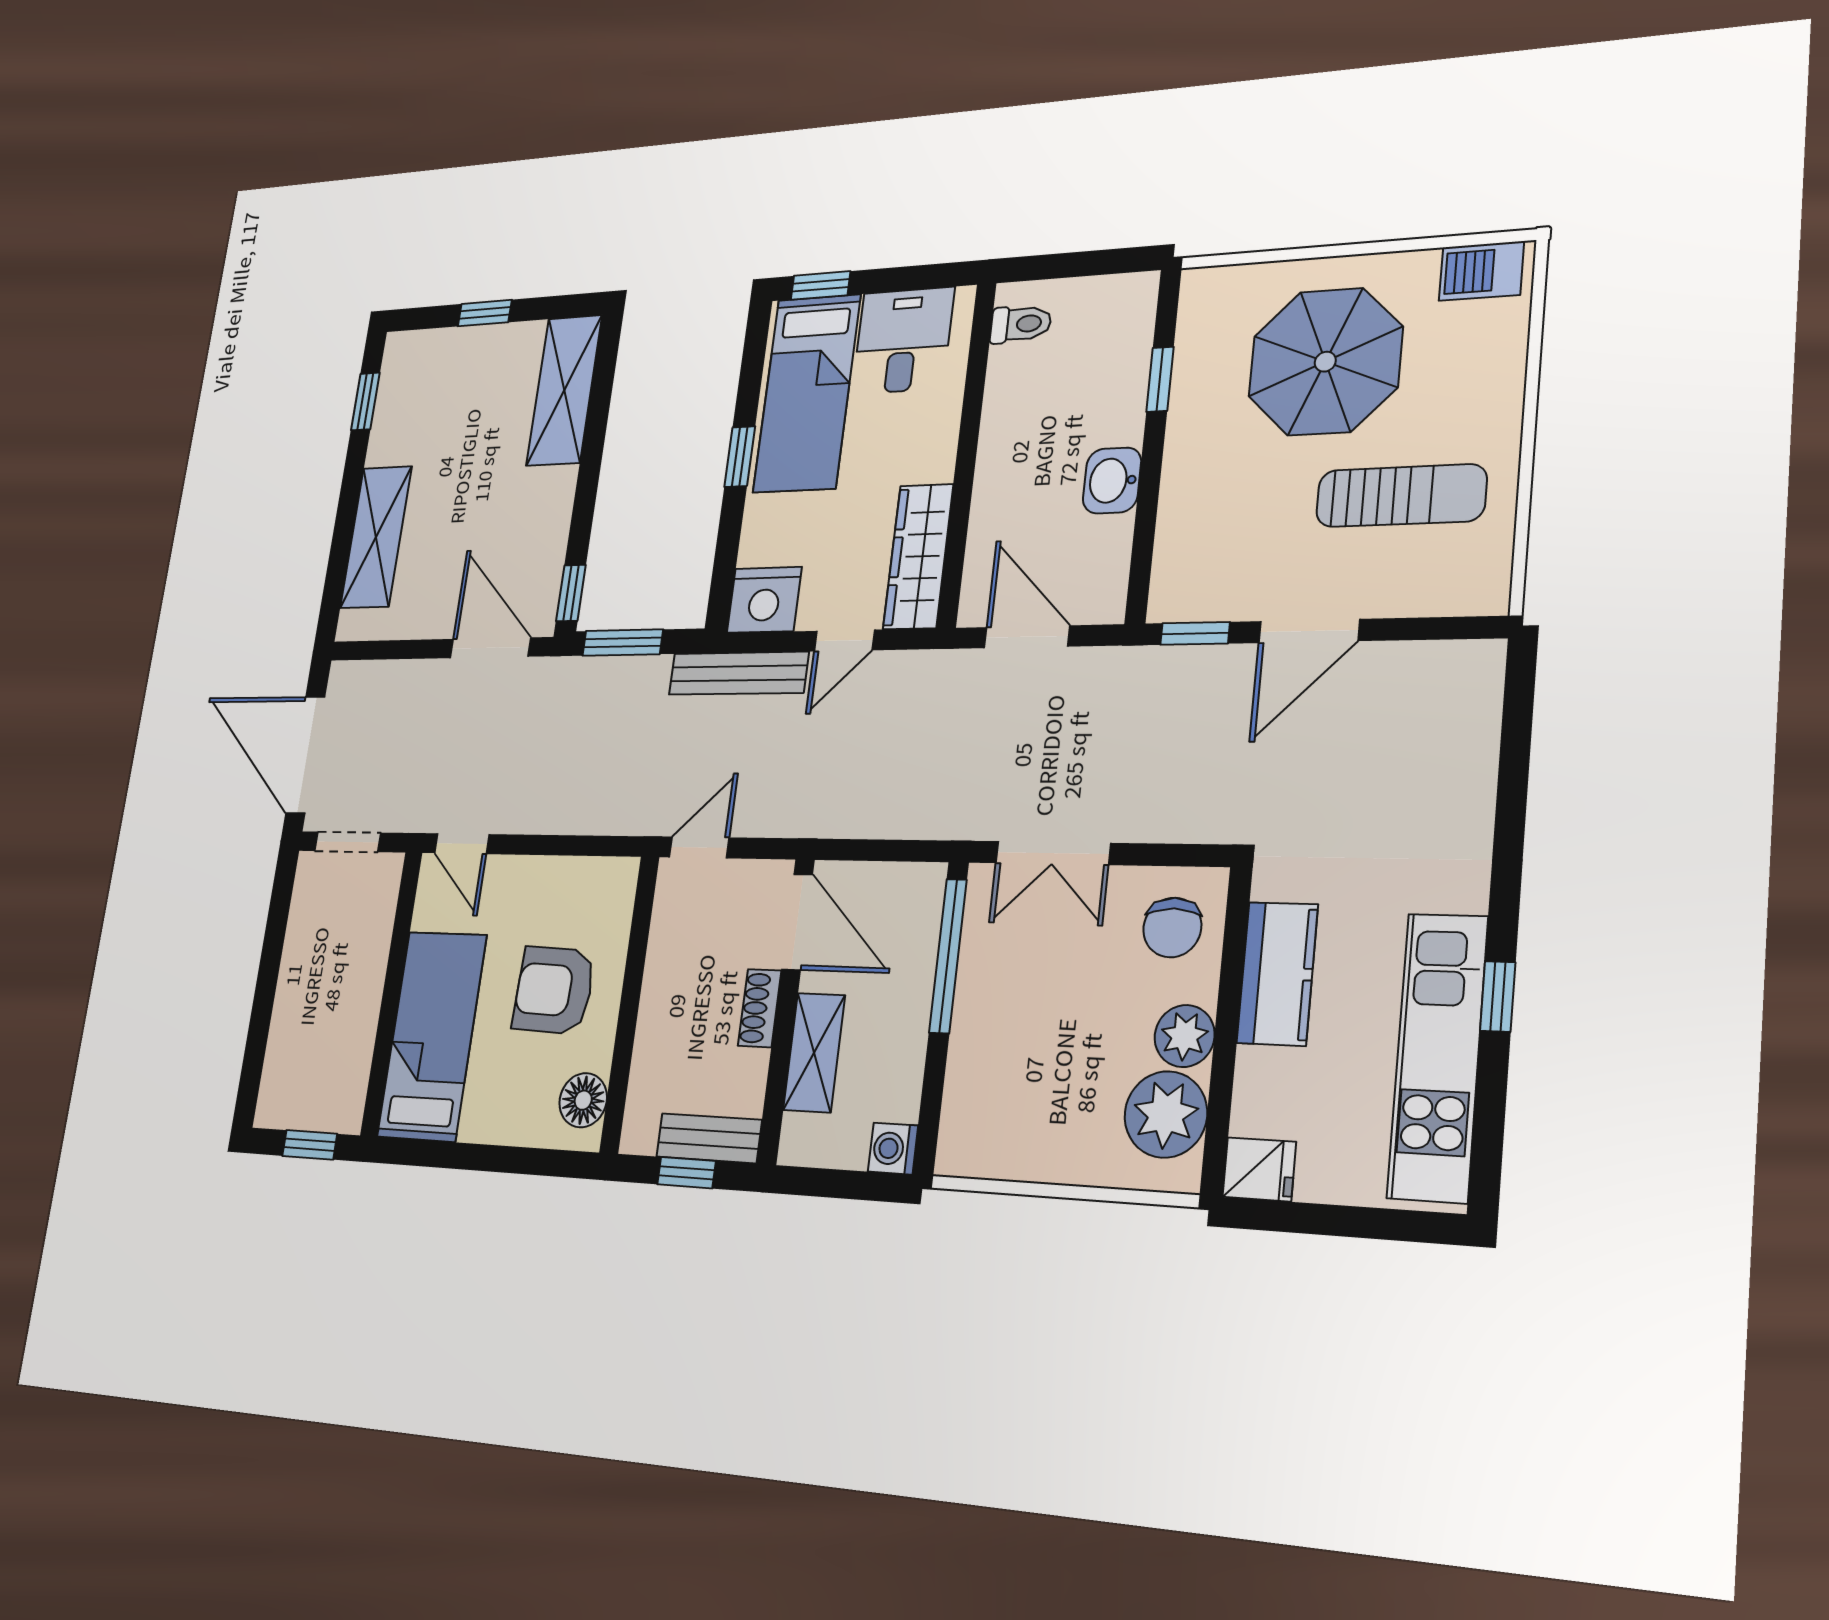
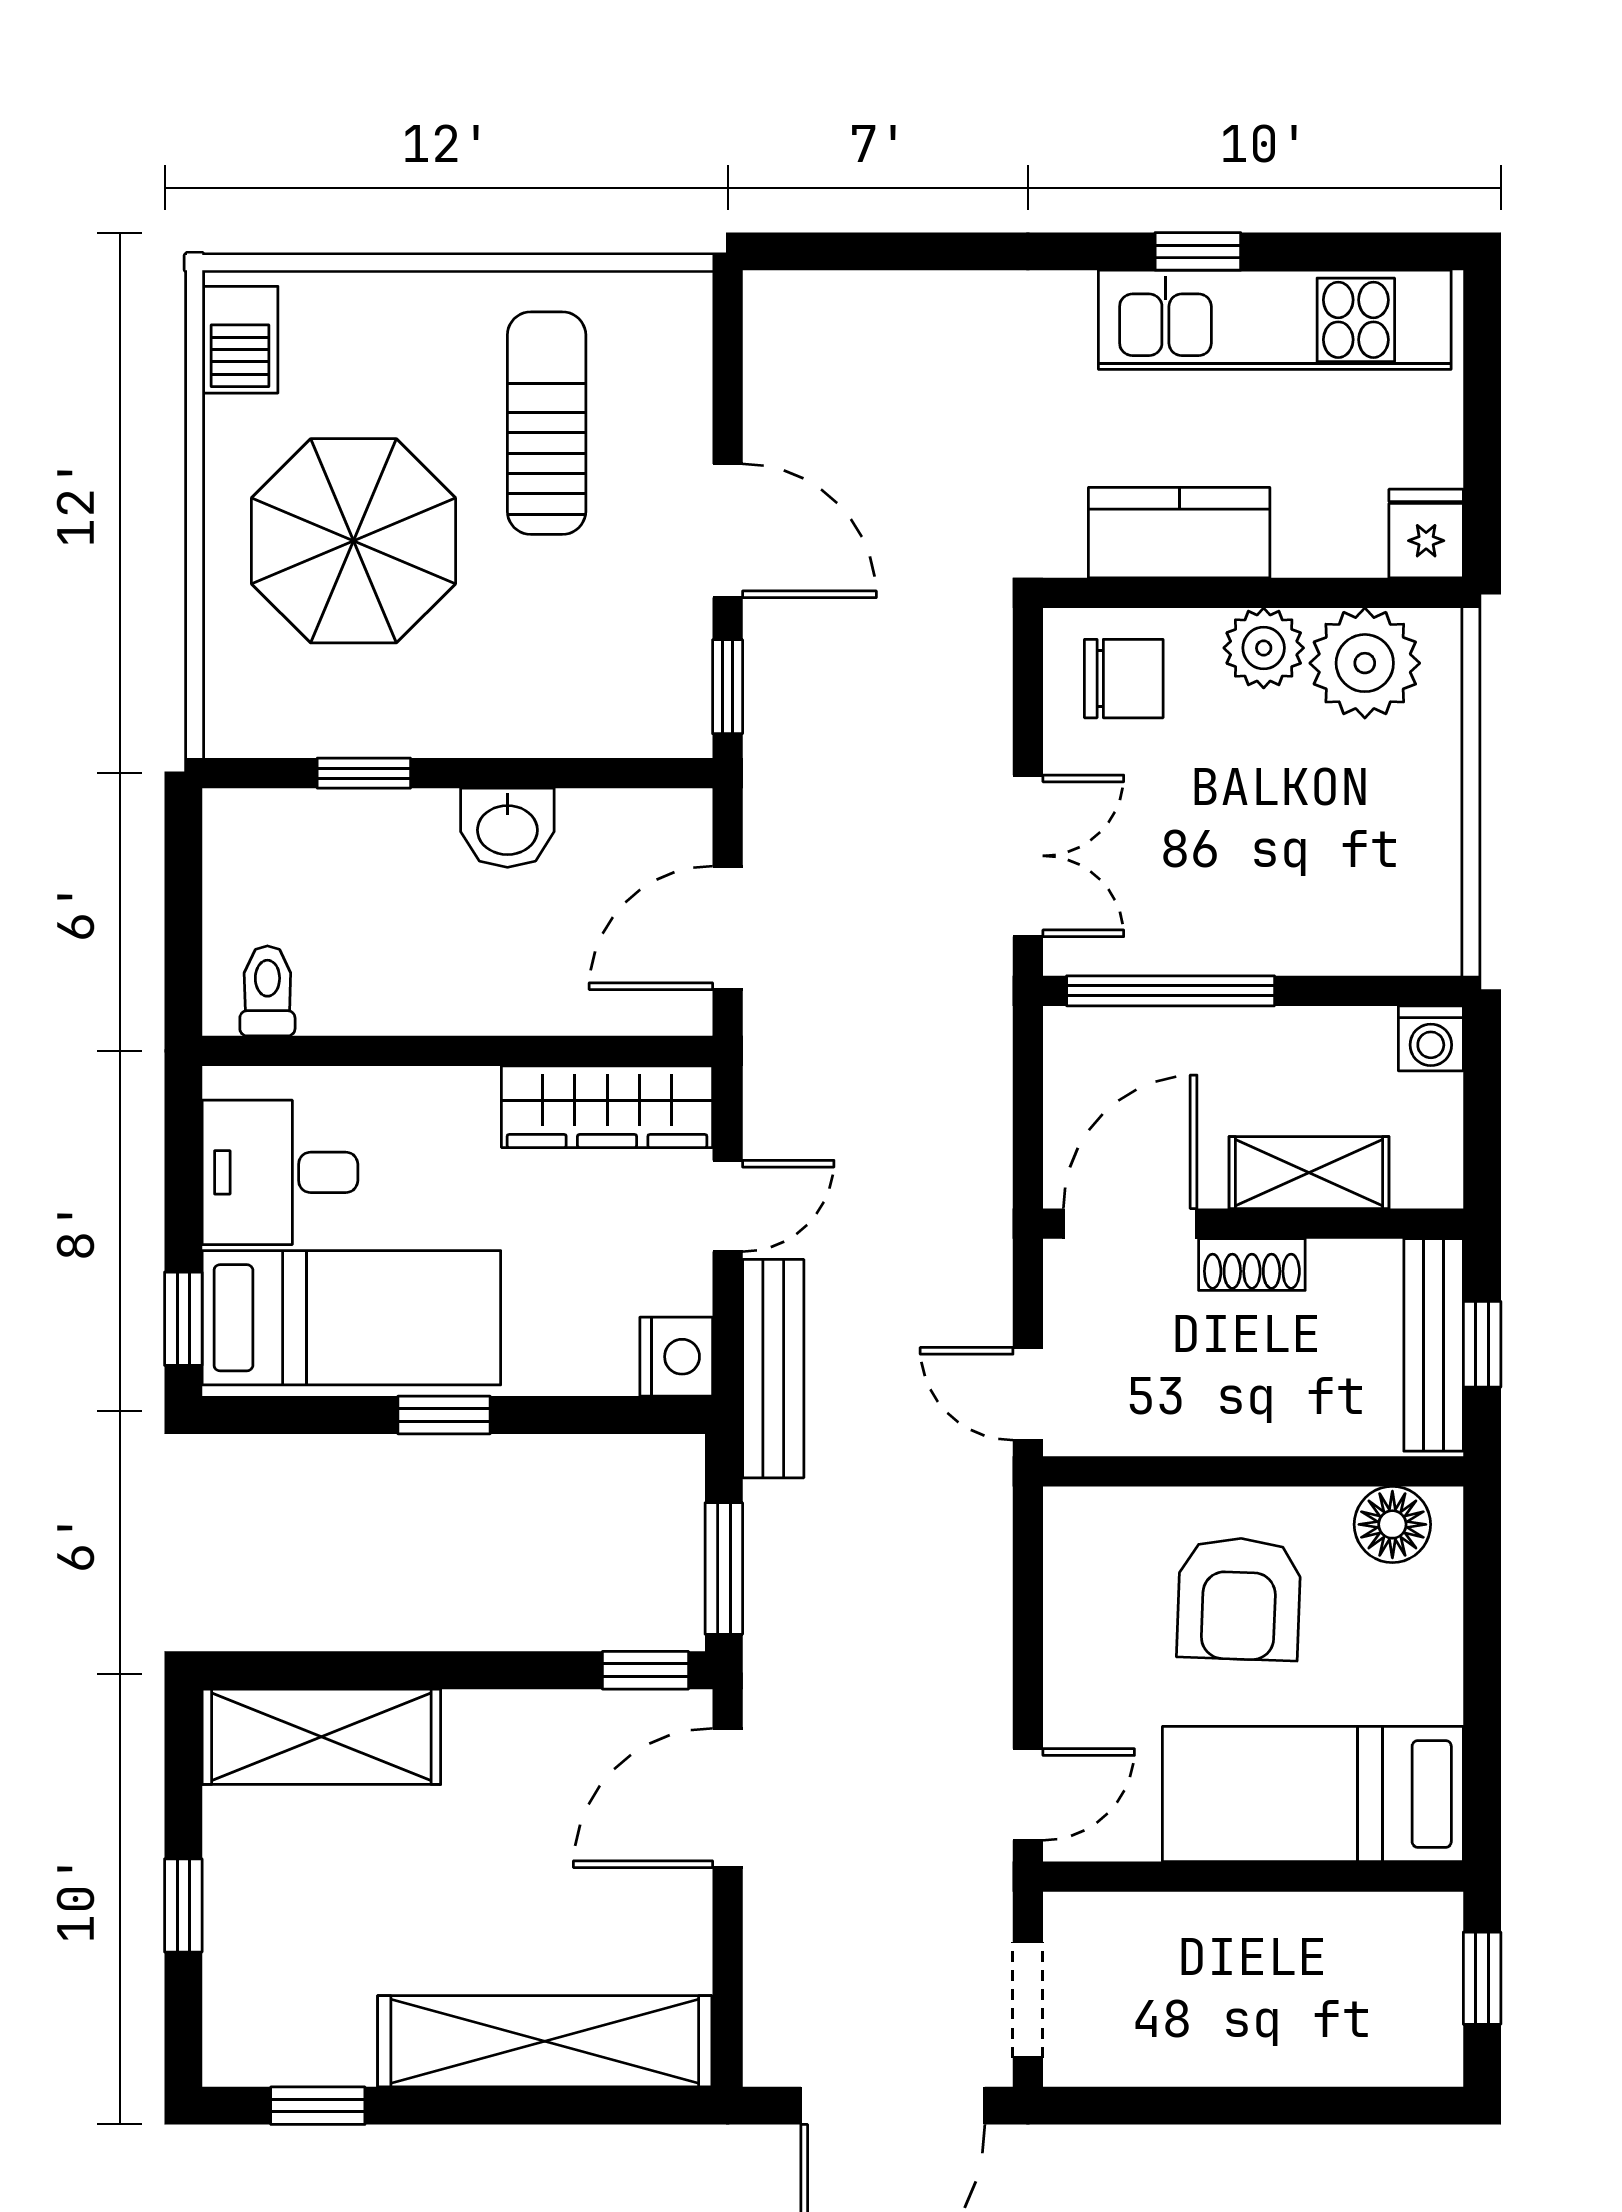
shelving: (376, 537) -> (545, 2041), width x1.47
nightstand: (764, 600) -> (676, 1357), width x0.74, depth x0.75
door: (844, 641) -> (728, 1206), hinge flipped
bench: (709, 1138) -> (1434, 1345), width x1.36

